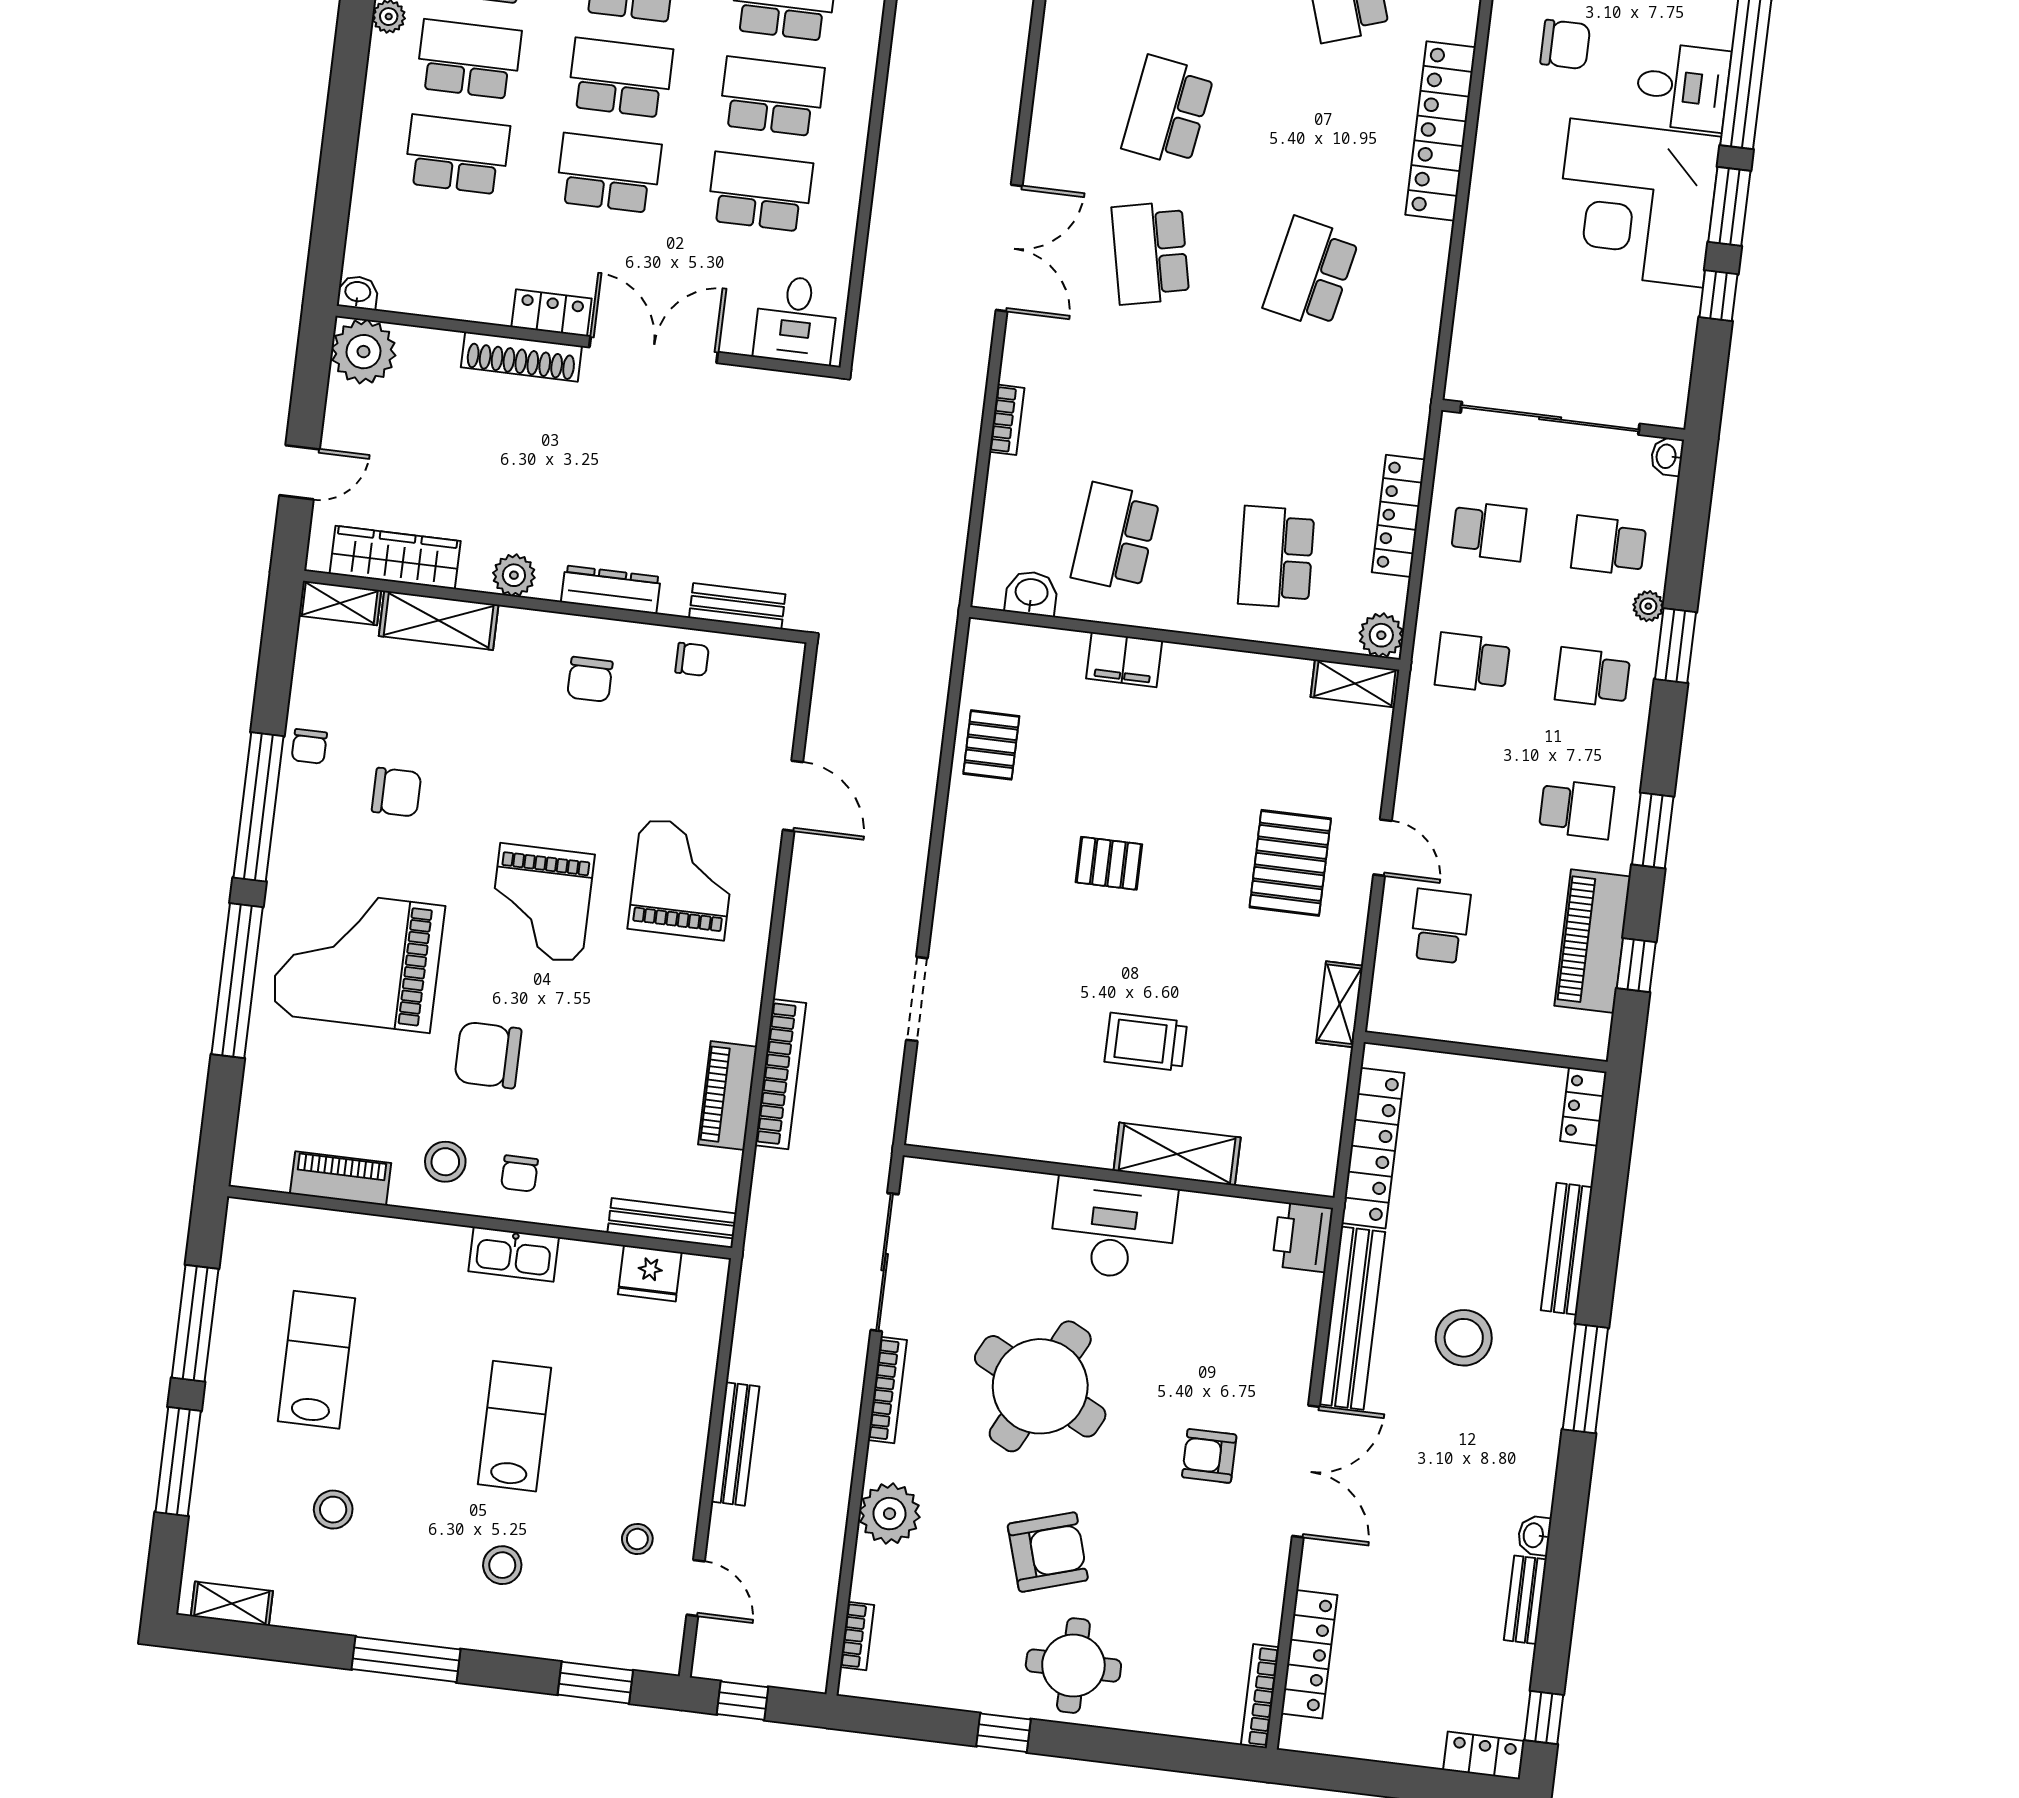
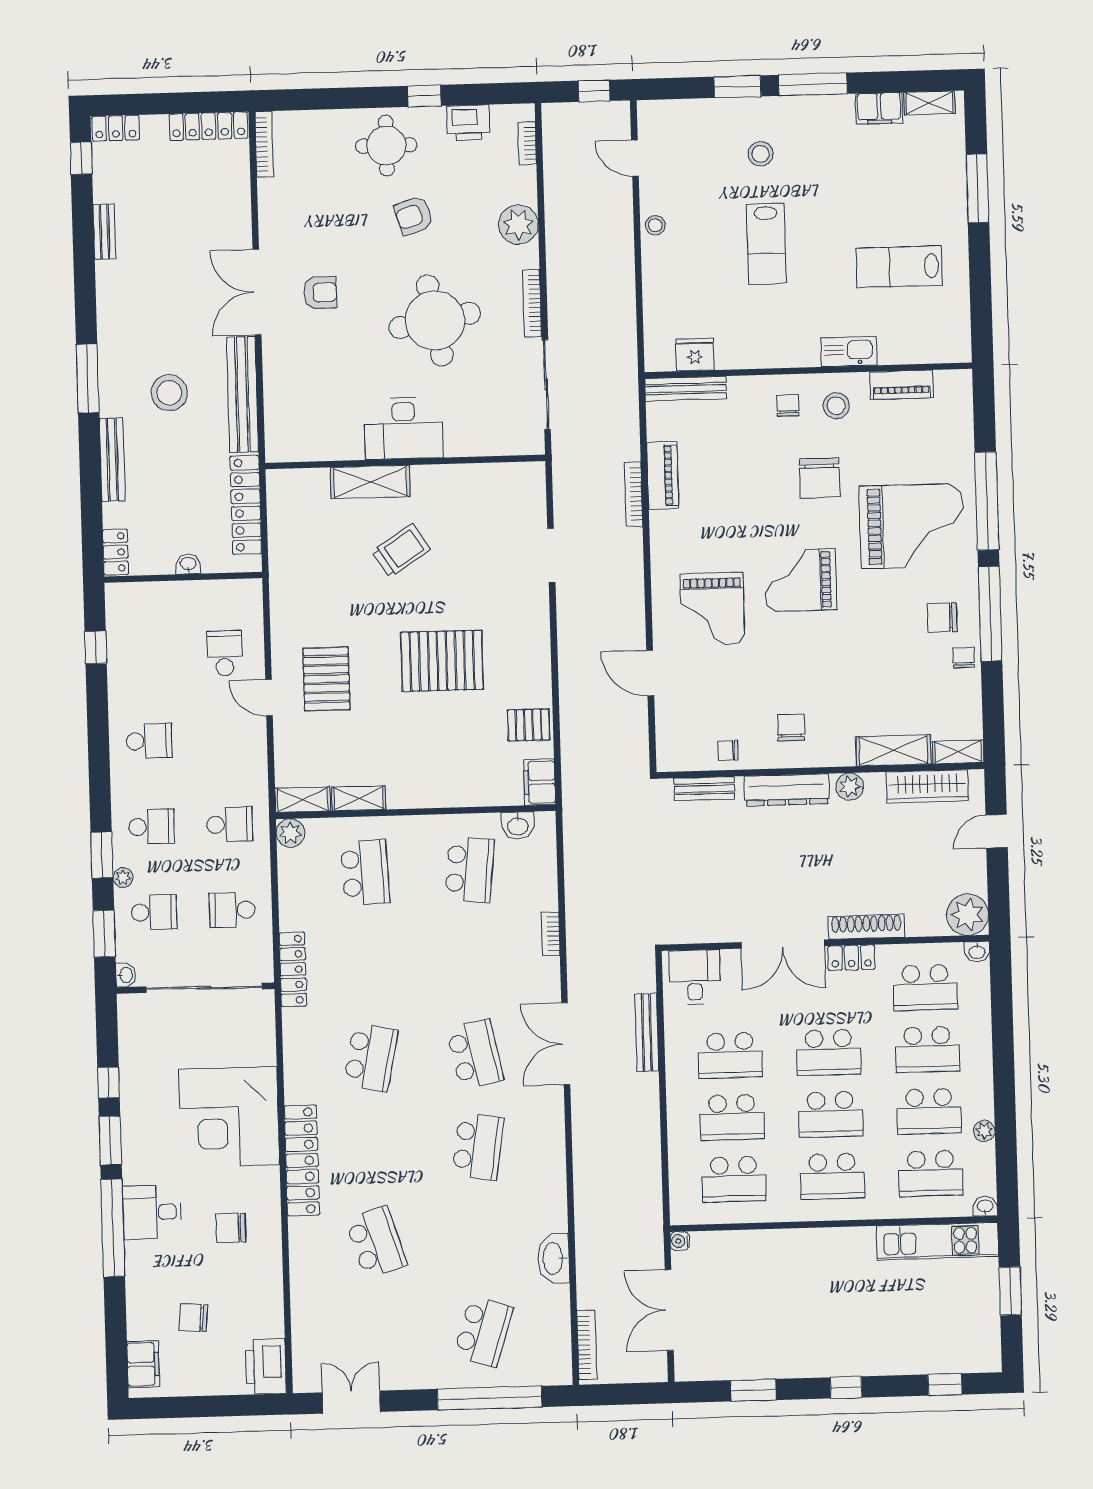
corner desk: (1637, 203) -> (229, 1117), moved, turned 180
school desk: (445, 250) -> (925, 987), added
locker: (1398, 516) -> (293, 969), moved
dresser: (611, 590) -> (787, 790), width x1.37, depth x1.24
filing cabinet: (1124, 660) -> (540, 782), moved, turned -90
pallet: (991, 745) -> (529, 725), turned 90
chair: (397, 792) -> (942, 618), moved
school desk: (1576, 809) -> (149, 741), turned 180
window: (1653, 831) -> (104, 934), moved
pallet: (1109, 863) -> (442, 661), width x2.05, depth x2.00
grand piano: (541, 903) -> (800, 580), turned -90
school desk: (1440, 926) -> (225, 653), turned 180
piano: (1592, 941) -> (126, 658), removed
shelving: (1340, 1004) -> (359, 798), moved, turned 90
trolley: (1146, 1042) -> (401, 551), turned -33
chair: (488, 1055) -> (820, 478), turned 90
bookcase: (781, 1074) -> (634, 494), width x0.68, depth x0.76
printer: (1303, 1237) -> (468, 123), moved, turned 90
kitchen sink: (514, 1254) -> (849, 351), moved
window: (195, 1323) -> (980, 278), removed
lab bench: (317, 1360) -> (899, 267), turned 90
round table: (1040, 1386) -> (435, 320), turned -37
bench: (735, 1444) -> (647, 1032), moved
stool: (333, 1510) -> (874, 173), removed
washbasin: (1534, 1535) -> (188, 564), moved, turned -90
stool: (637, 1539) -> (655, 225), moved
armchair: (1048, 1552) -> (414, 215), width x0.72, depth x0.72
filing cabinet: (310, 1607) -> (879, 108), added
locker: (1309, 1654) -> (209, 126), moved, turned -90
window: (595, 1683) -> (738, 87), moved

